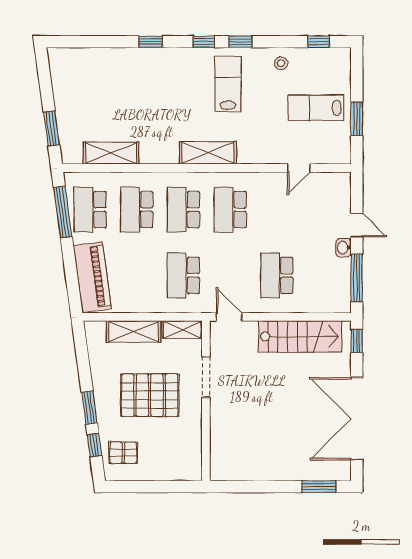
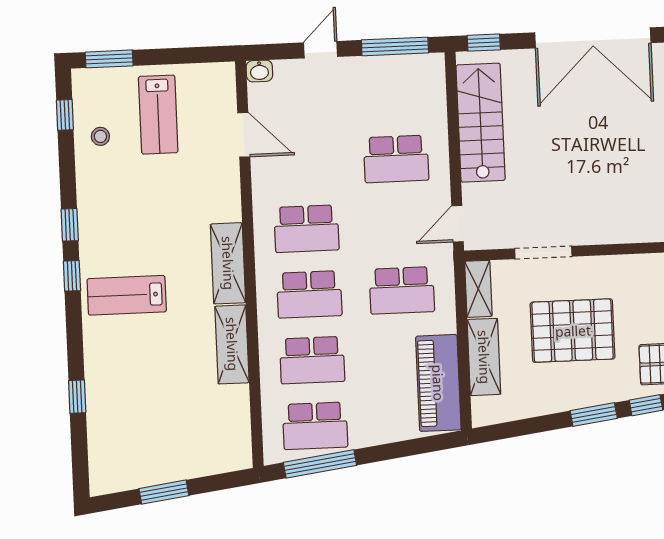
window: (151, 42) -> (77, 397), moved
stool: (281, 63) -> (100, 136), moved
lab bench: (228, 84) -> (127, 295), moved
window: (357, 119) -> (109, 59), moved
window: (51, 128) -> (164, 492), moved
shelving: (111, 153) -> (232, 344), moved
door: (299, 168) -> (244, 135), width x1.38
washbasin: (344, 248) -> (259, 71), moved
piano: (92, 277) -> (438, 383), moved, turned -82
pallet: (150, 395) -> (573, 331), turned 90

